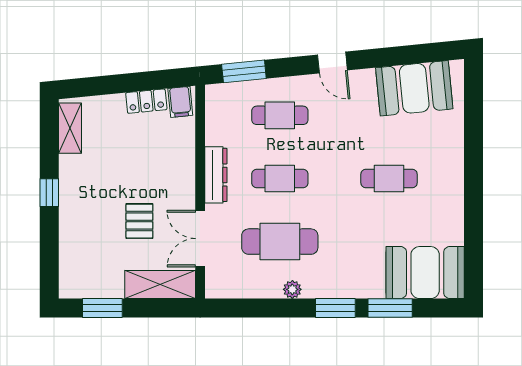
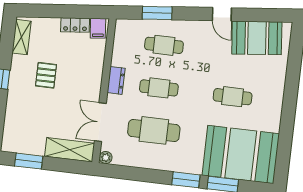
door: (332, 62) -> (222, 14), moved
window: (244, 71) -> (157, 13), moved
dresser: (216, 175) -> (116, 80), width x0.70
pallet: (139, 221) -> (46, 75), moved
booth: (425, 273) -> (241, 154), width x1.36, depth x1.42
plant: (292, 289) -> (106, 157), moved

